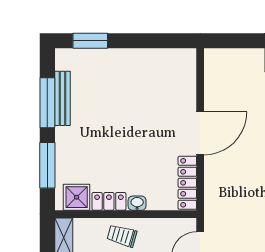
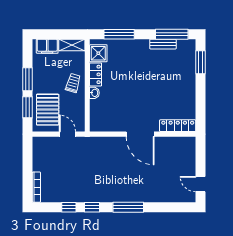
bench: (62, 98) -> (163, 44), width x0.73
window: (47, 103) -> (172, 34), moved
locker: (187, 183) -> (178, 126), moved

